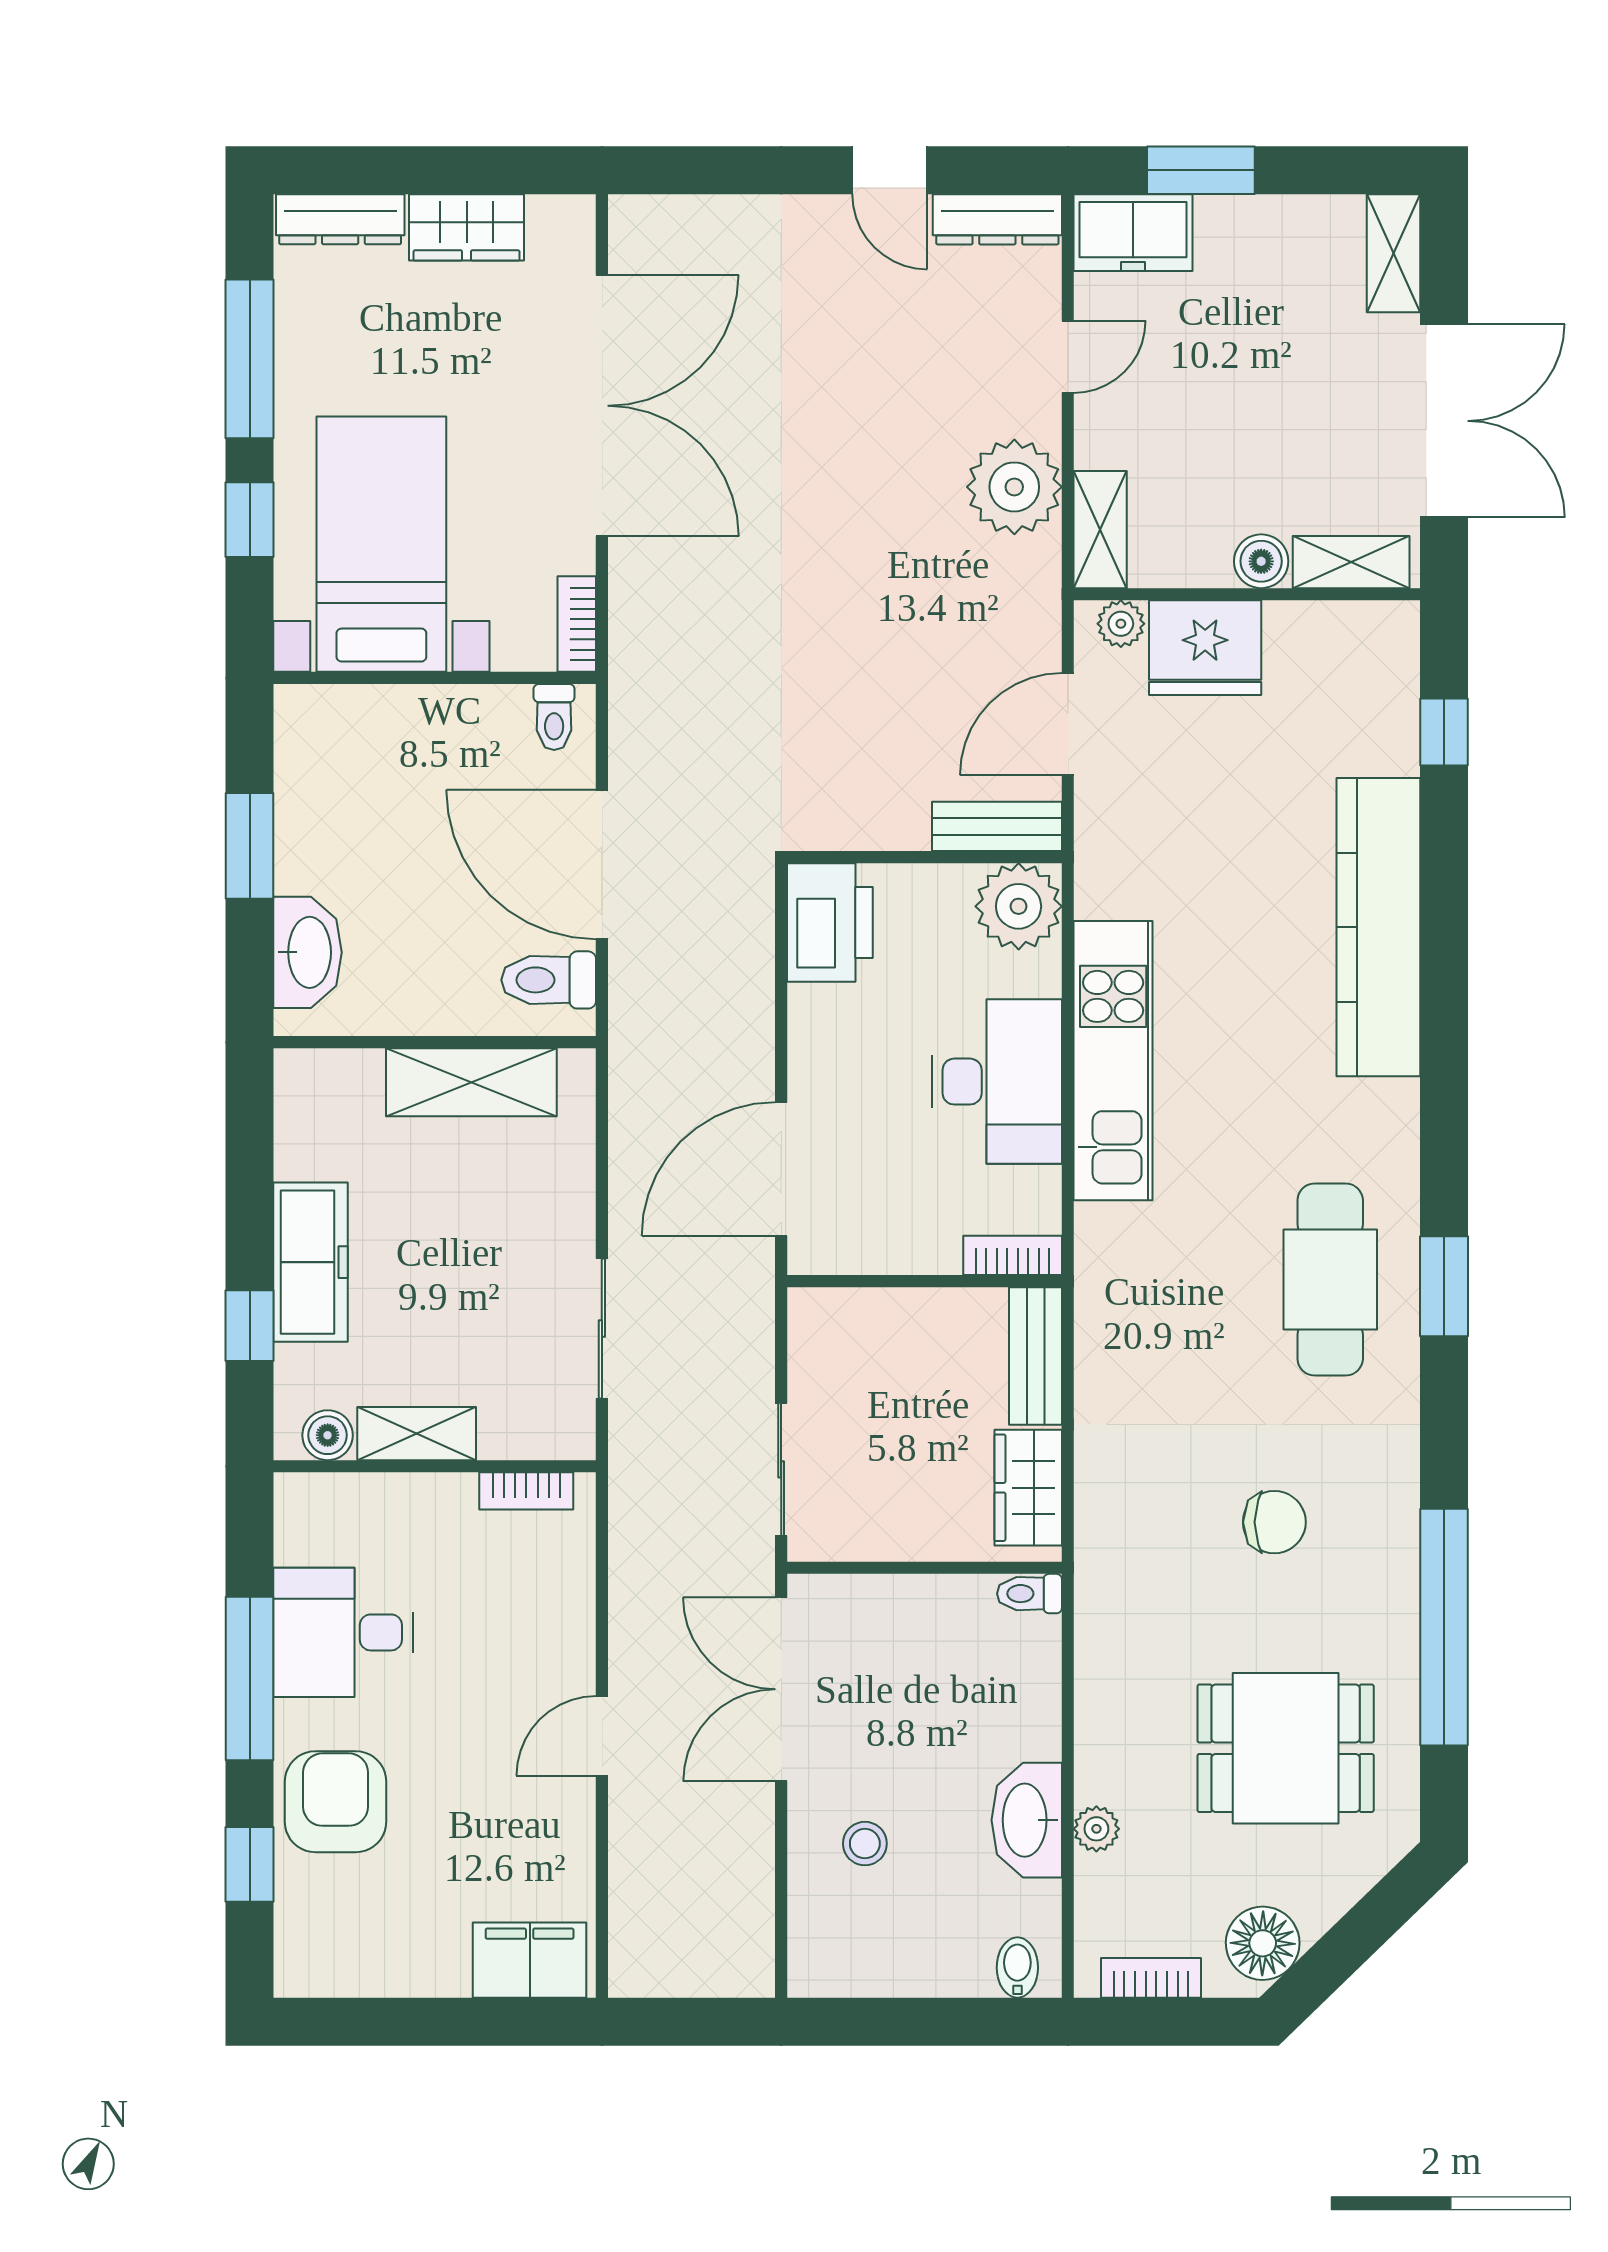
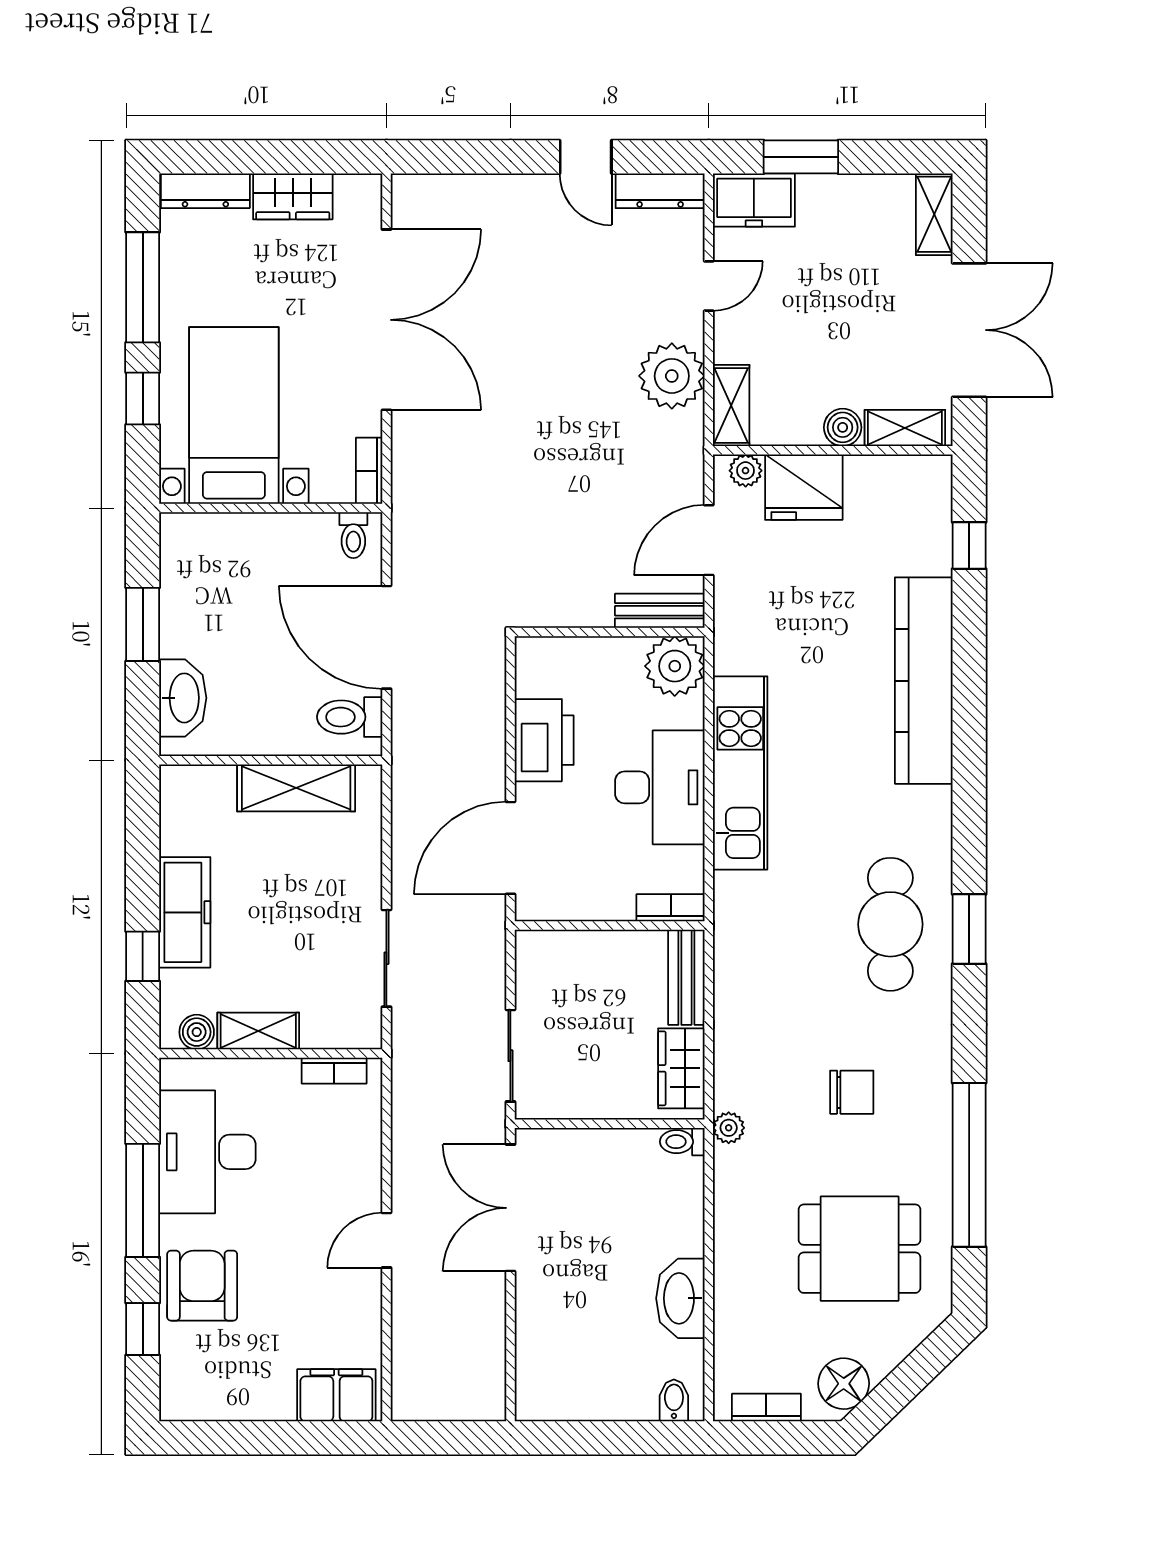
printer: (830, 923) -> (544, 740), moved
desk: (343, 1632) -> (207, 1152), width x1.37
plant: (1096, 1829) -> (729, 1128), moved
stool: (865, 1844) -> (568, 1315), removed

